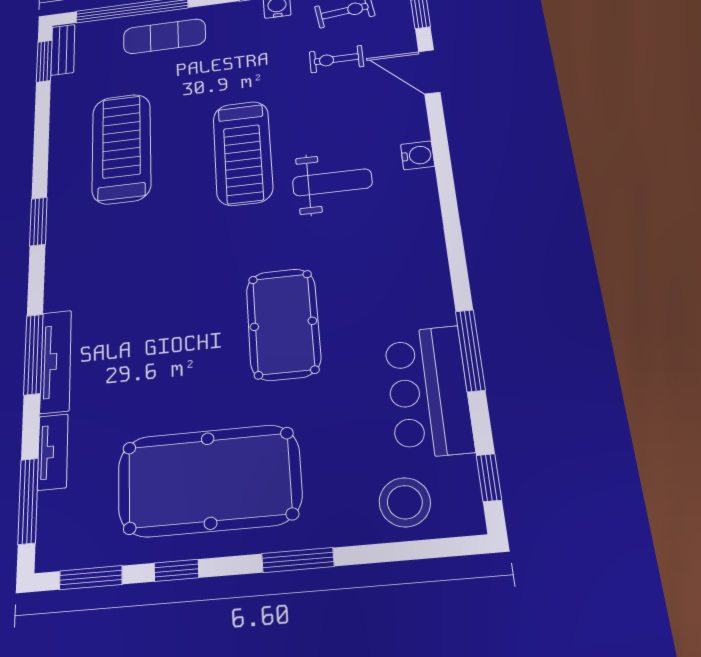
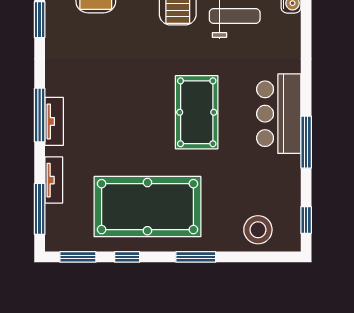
tv unit: (56, 361) -> (54, 121), width x0.71
bar counter: (428, 391) -> (279, 114), moved

